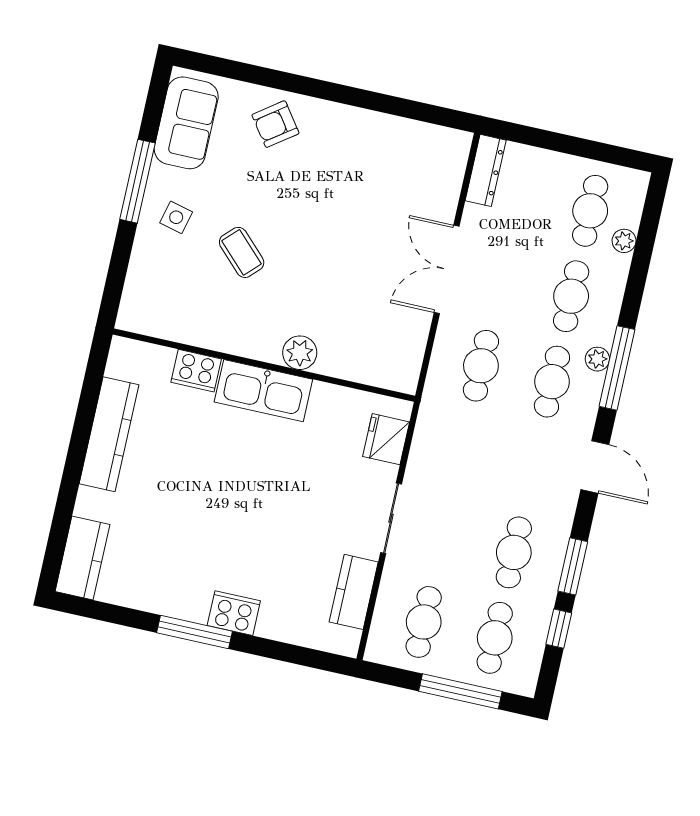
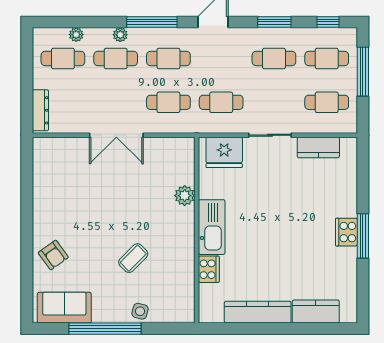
dresser: (486, 170) -> (40, 110), moved, turned 90
window: (137, 181) -> (105, 329), width x1.46
side table: (176, 217) -> (140, 311), moved
plant: (300, 353) -> (185, 196), moved
plant: (597, 359) -> (120, 35), moved
fridge: (386, 439) -> (224, 152), width x1.36, depth x1.34
cafe table: (462, 451) -> (221, 102), added
kitchen counter: (82, 558) -> (316, 312), moved
cooker: (234, 613) -> (346, 232), moved
window: (559, 629) -> (328, 22), moved

